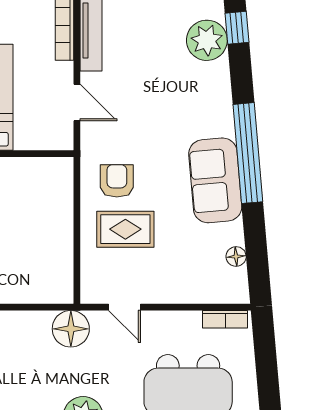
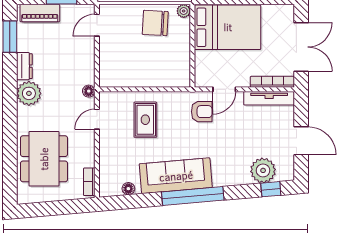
sofa: (215, 180) -> (176, 176), width x1.36
armchair: (117, 181) -> (202, 112), moved
floor lamp: (71, 329) -> (89, 91), width x0.53, depth x0.53

